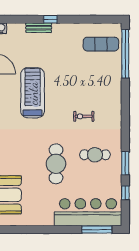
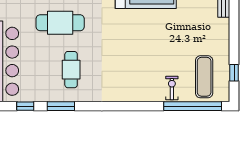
window: (50, 19) -> (234, 73), moved
exercise bike: (84, 116) -> (172, 88), moved

